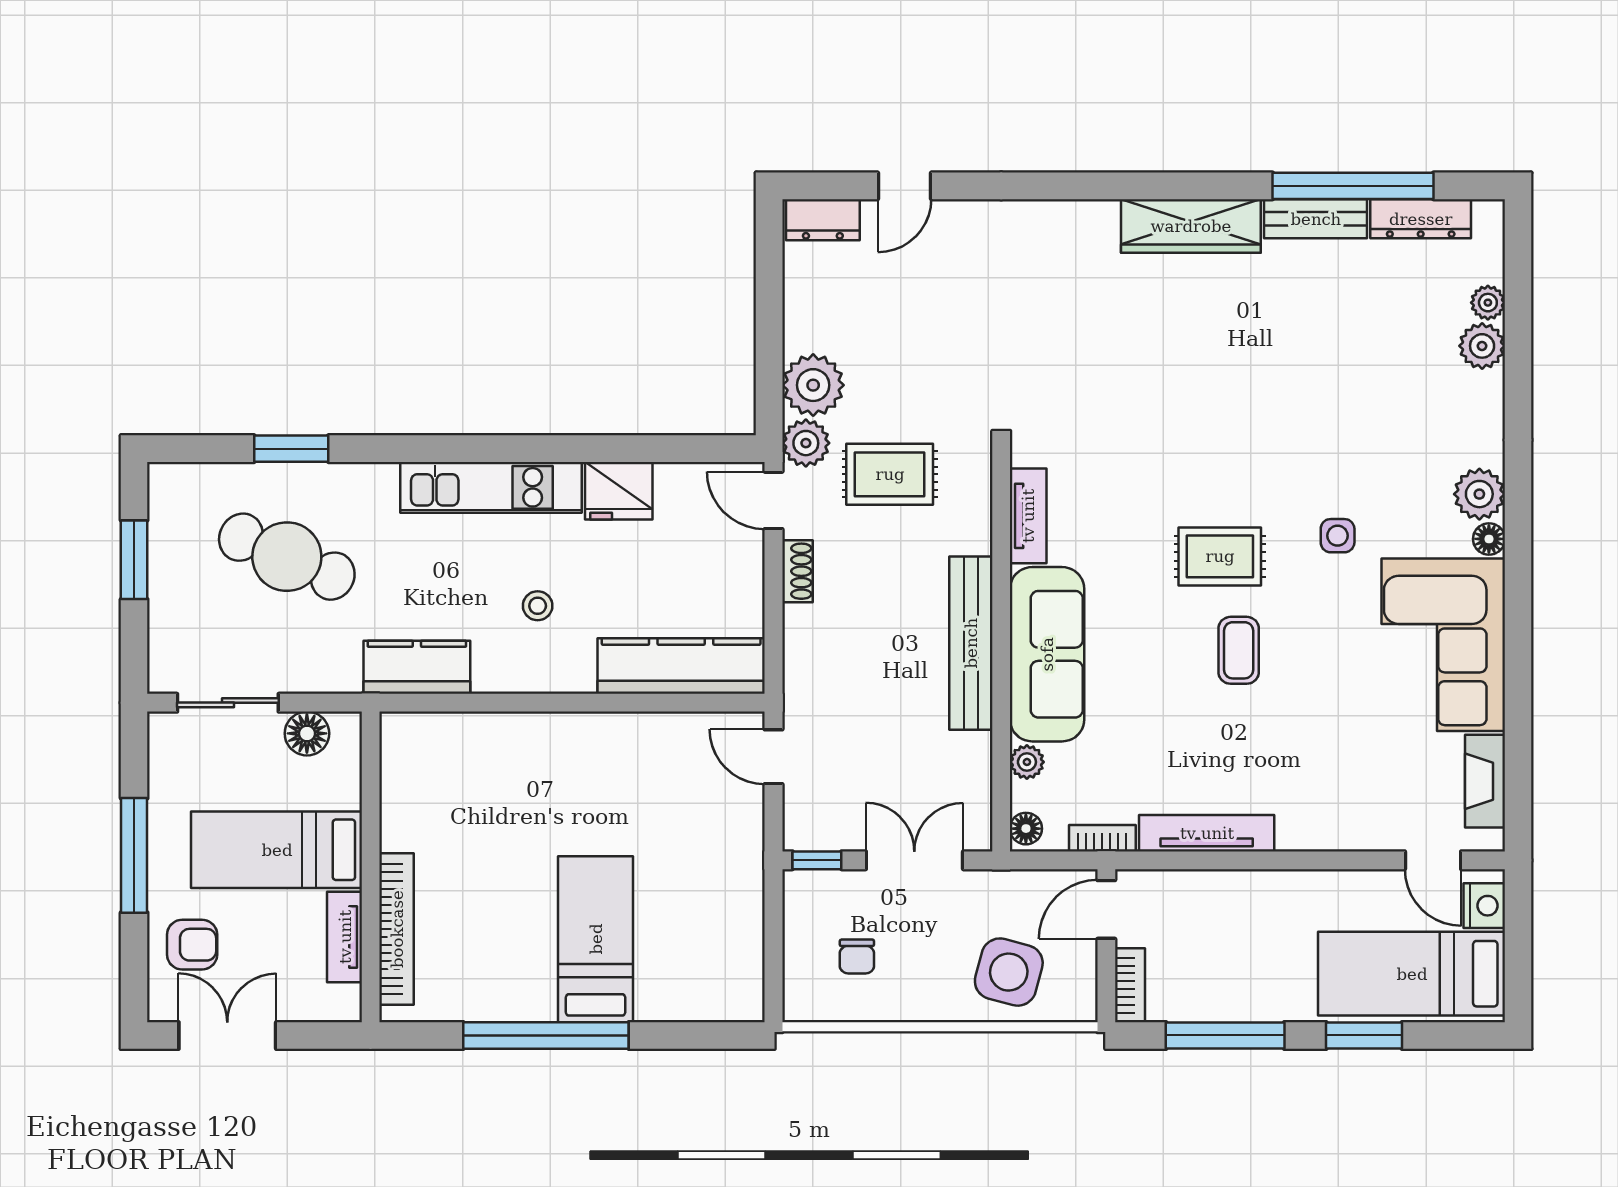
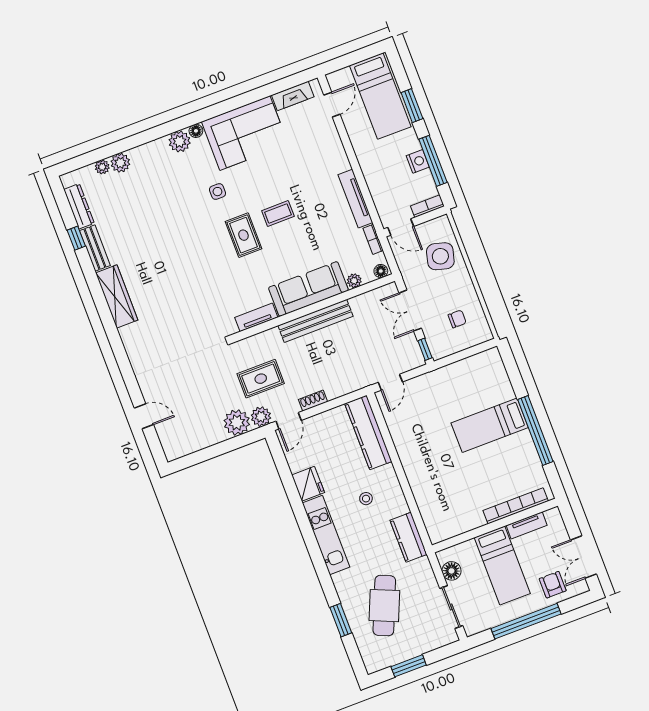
window: (1353, 186) -> (76, 238), width x0.32
dresser: (823, 220) -> (170, 444), removed
rug: (890, 474) -> (261, 379), turned 90
window: (134, 855) -> (526, 621), width x1.46
nightstand: (1484, 906) -> (418, 161), moved, turned 90

